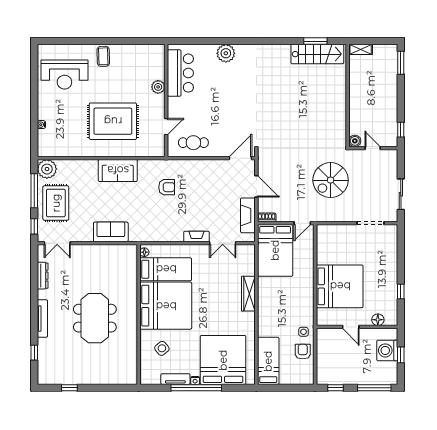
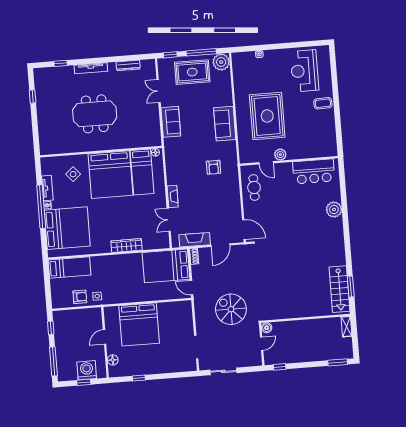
plant: (158, 87) -> (280, 155), moved
double door: (57, 243) -> (159, 91), moved

